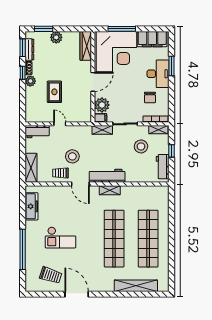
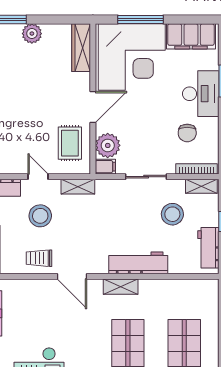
rug: (54, 92) -> (70, 143), moved
shelving: (102, 130) -> (78, 187), moved
stool: (72, 156) -> (40, 216), moved
workbench: (107, 176) -> (138, 263), moved

